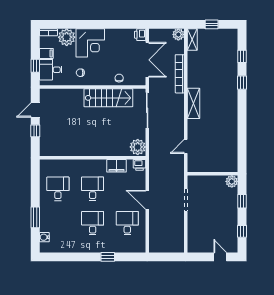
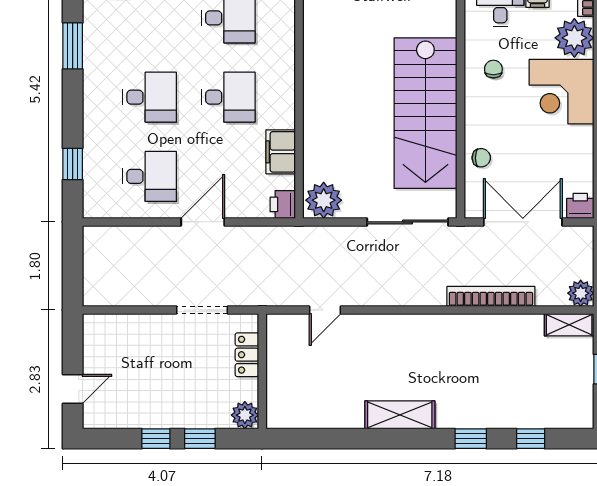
double door: (147, 60) -> (523, 222), swing flipped
stairs: (108, 98) -> (425, 113), width x1.36, depth x1.51
shelving: (193, 103) -> (400, 415), moved
door: (186, 146) -> (325, 310), swing flipped
locker: (205, 181) -> (247, 355), added
window: (242, 231) -> (156, 439), moved
window: (70, 257) -> (73, 46), added
window: (108, 257) -> (73, 164), moved

